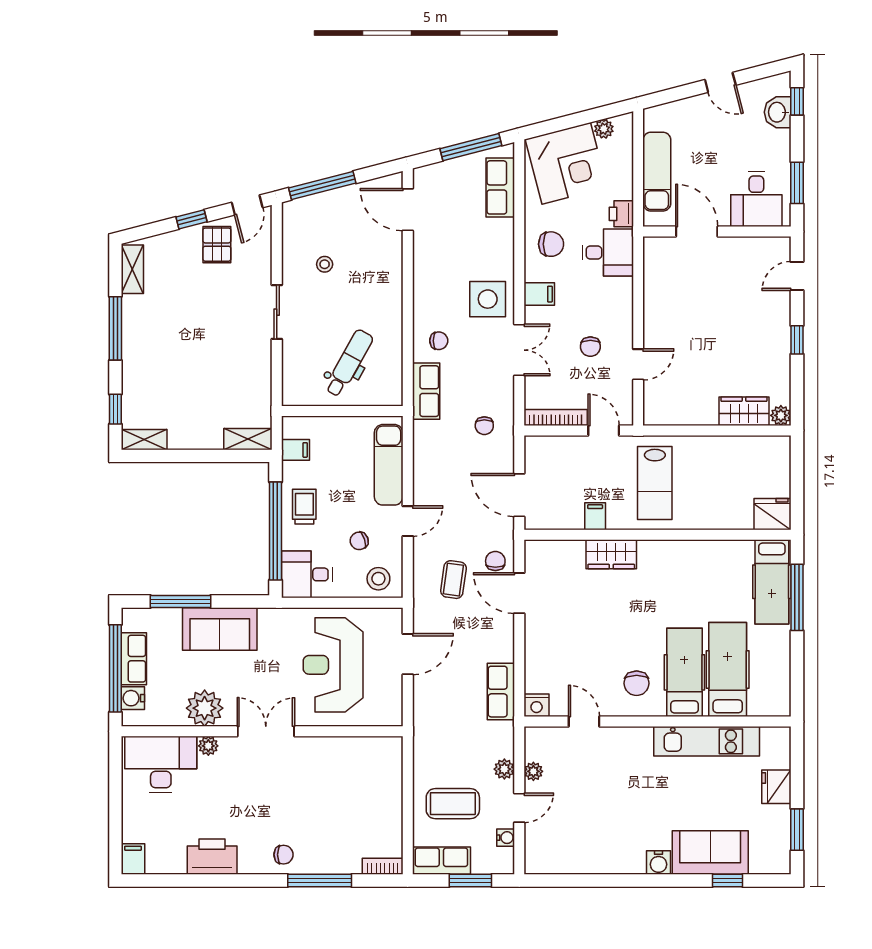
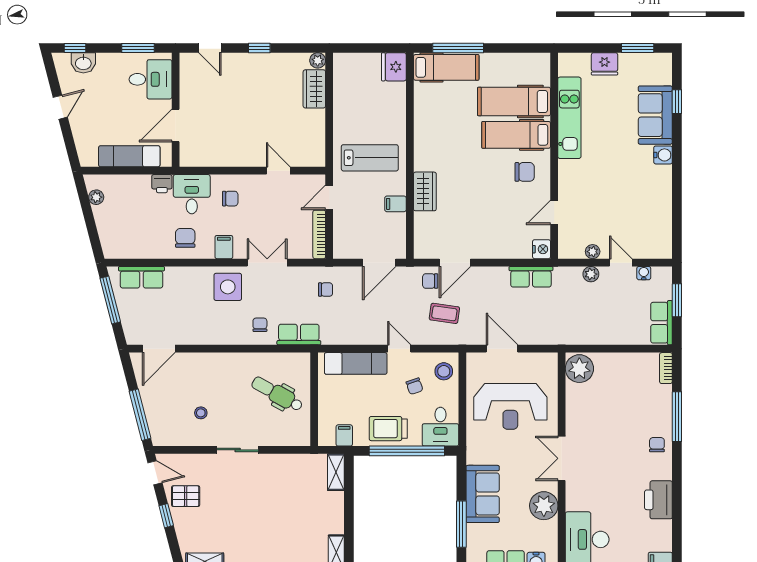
corner desk: (566, 163) -> (123, 226), removed
chair: (590, 347) -> (230, 199), moved
trolley: (304, 507) -> (388, 429), width x1.36, depth x1.39
plant: (208, 746) -> (579, 369), moved, width x1.88, depth x1.88
coffee table: (453, 804) -> (618, 314), removed

